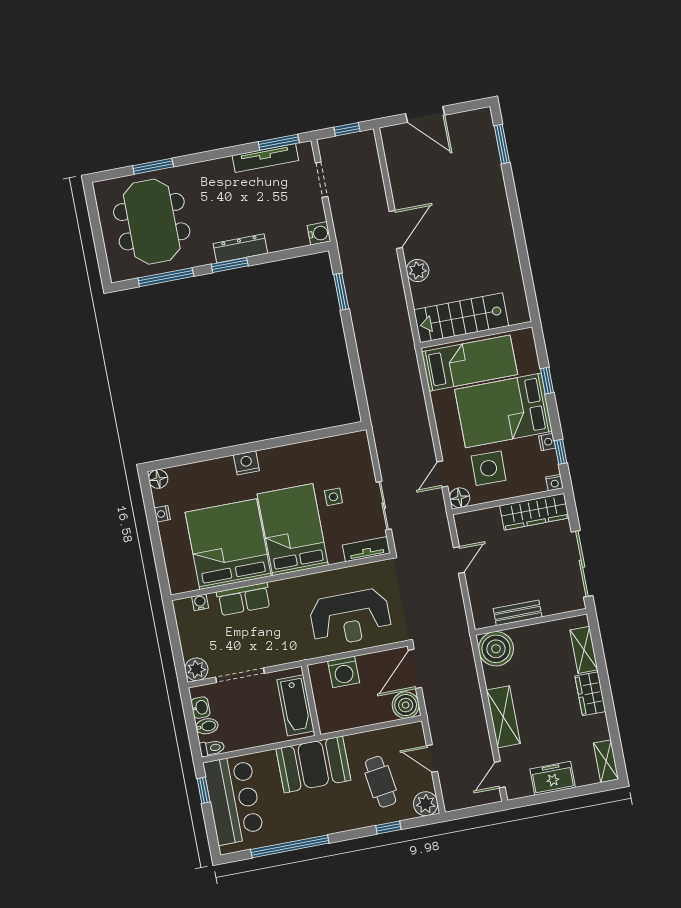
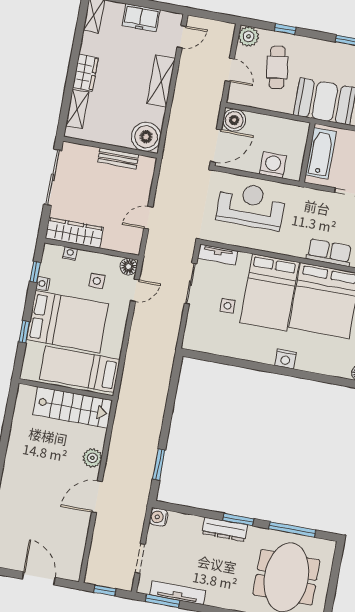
side table: (489, 468) -> (97, 281), width x0.54, depth x0.54
nightstand: (554, 483) -> (70, 253), moved

